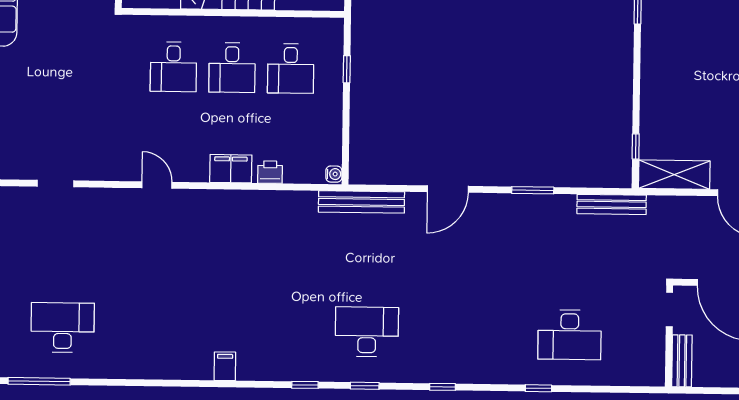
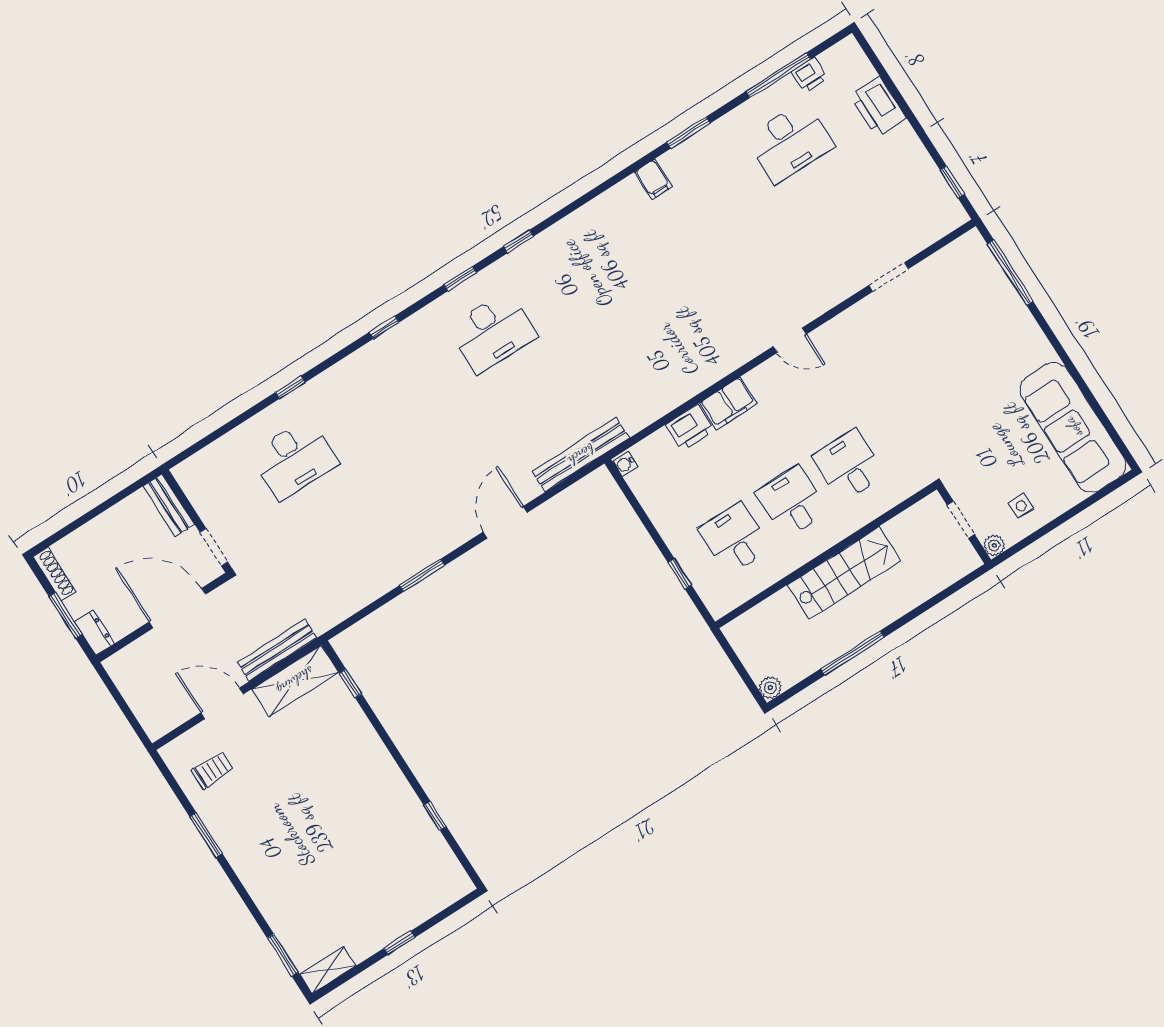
printer: (270, 172) -> (690, 428), width x1.36, depth x1.24
bench: (612, 204) -> (277, 650), moved
desk: (570, 335) -> (294, 459), turned 180
filing cabinet: (225, 366) -> (653, 179), moved
printer: (16, 367) -> (810, 75), added
window: (131, 383) -> (688, 133), added

